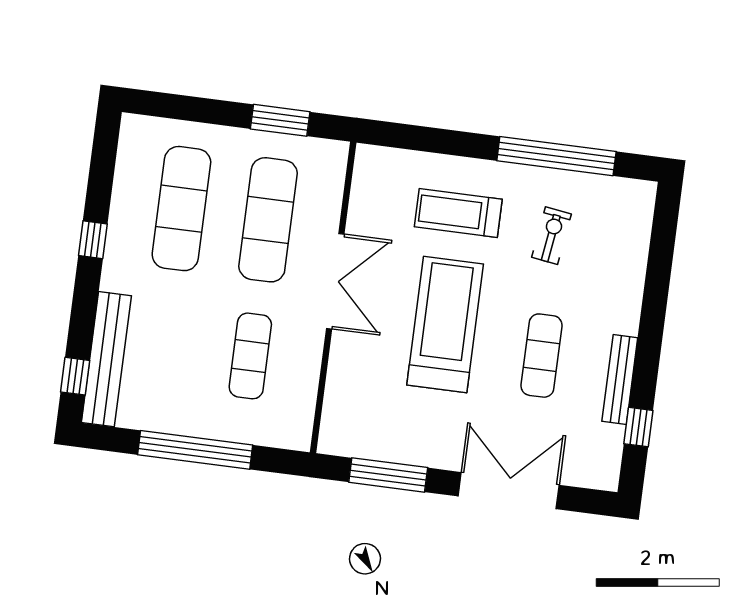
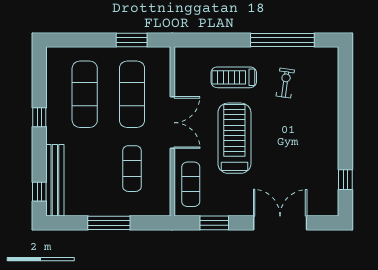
exercise mat: (541, 356) -> (191, 184), moved
bench: (620, 379) -> (332, 155), removed
window: (195, 450) -> (109, 223), width x0.68
window: (388, 475) -> (214, 223), width x0.69

